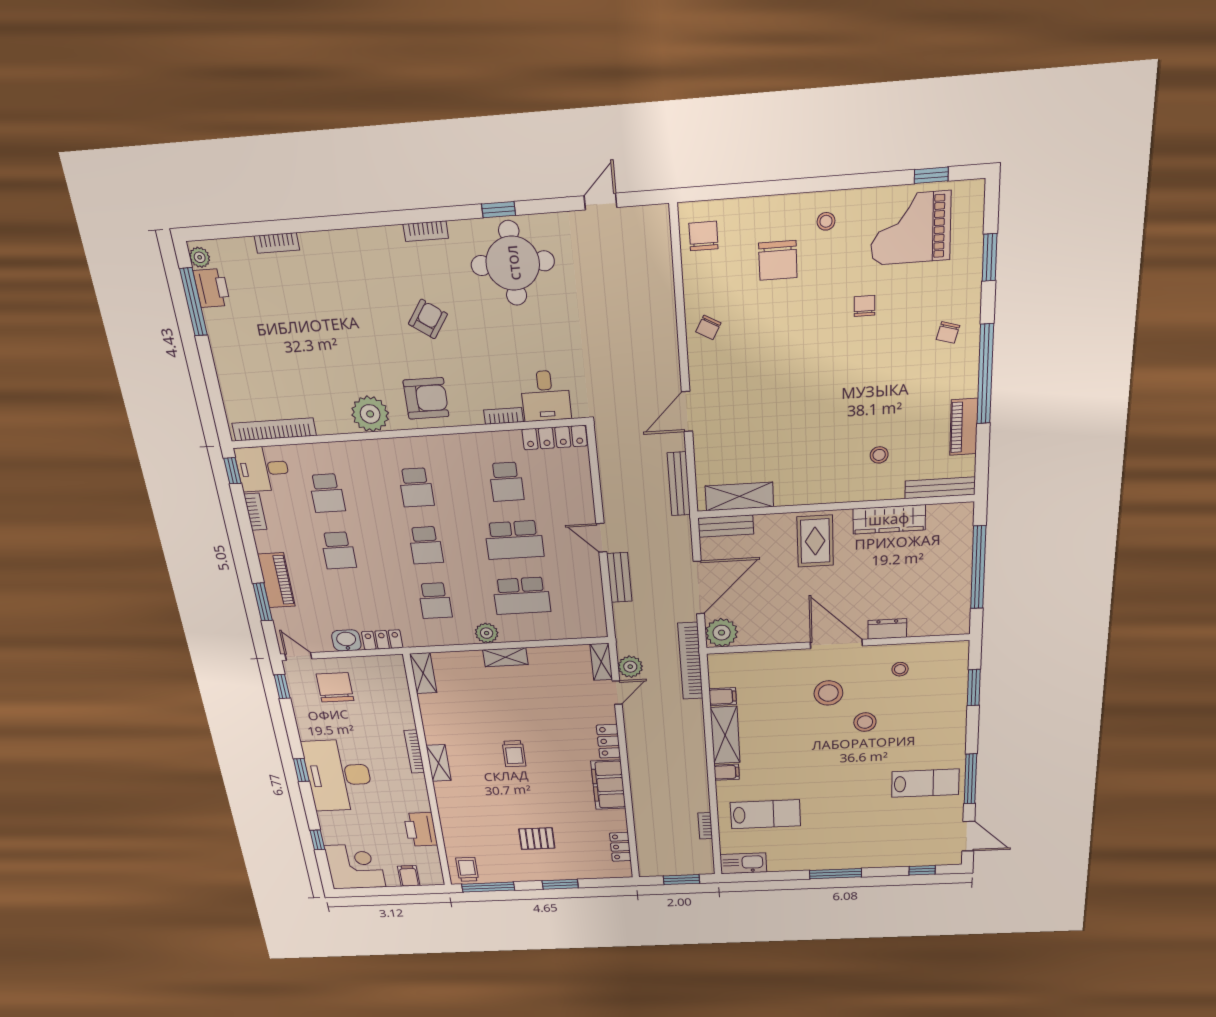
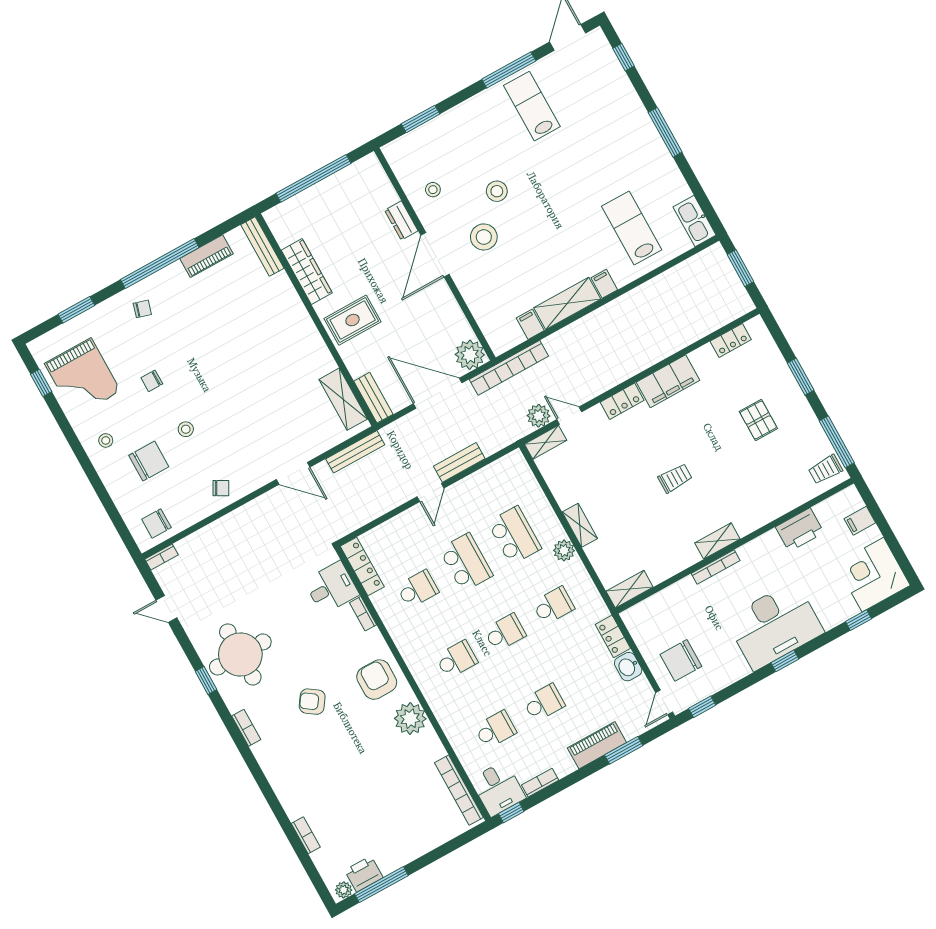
stool: (879, 455) -> (186, 429), moved
bookcase: (705, 826) -> (162, 557), moved

